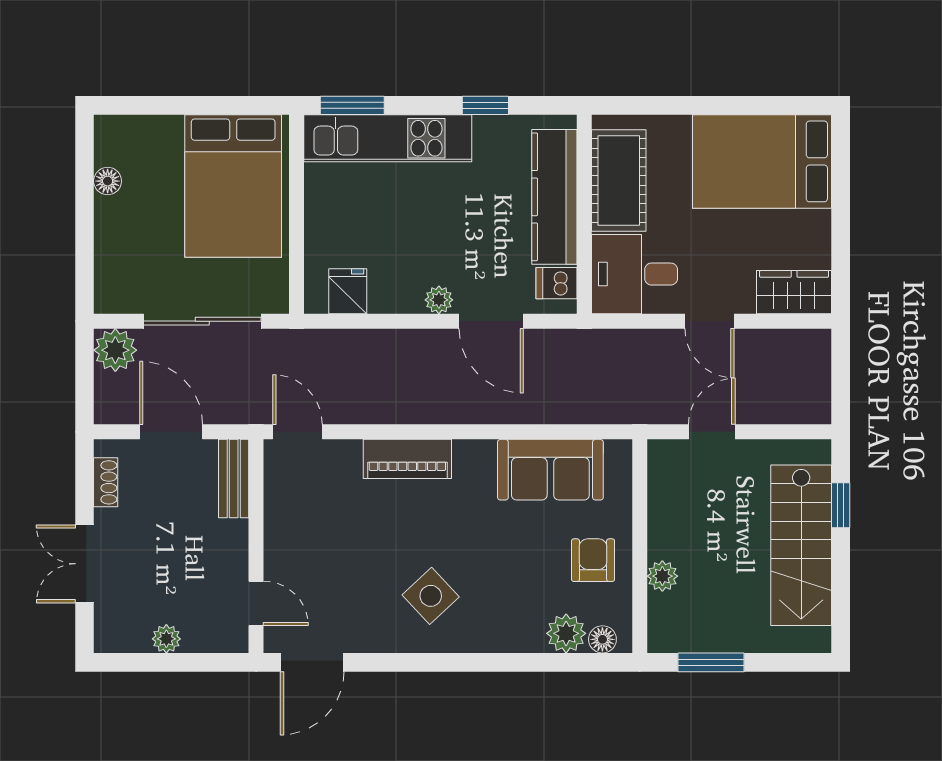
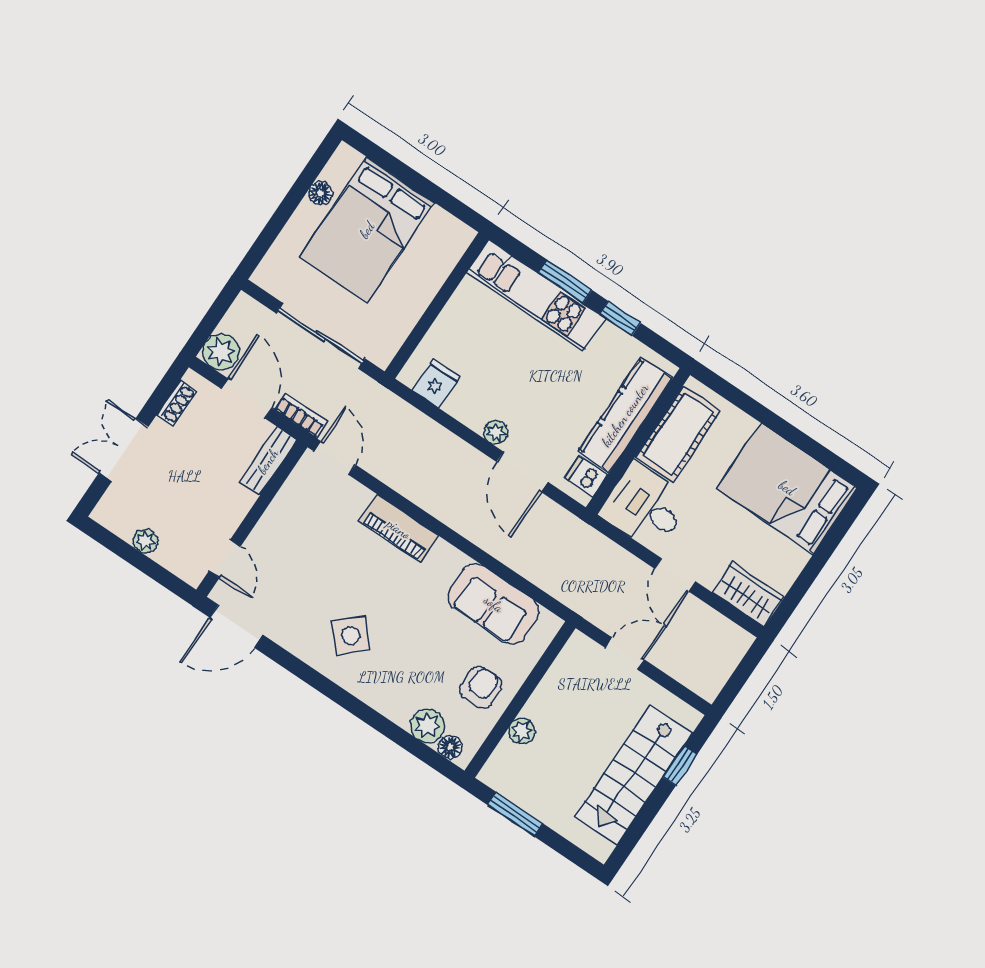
window: (352, 105) -> (565, 281), moved
bed: (233, 186) -> (367, 230), moved
plant: (115, 350) -> (221, 352), moved
bookcase: (235, 412) -> (301, 415), added

